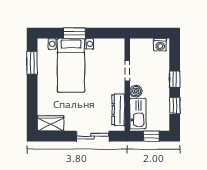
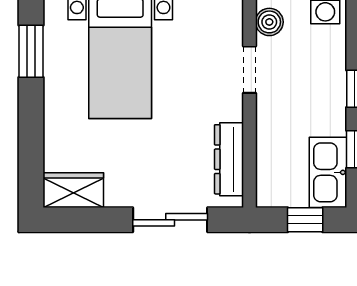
boiler: (136, 91) -> (269, 22), moved
kitchen sink: (138, 114) -> (328, 172), moved, turned 180

